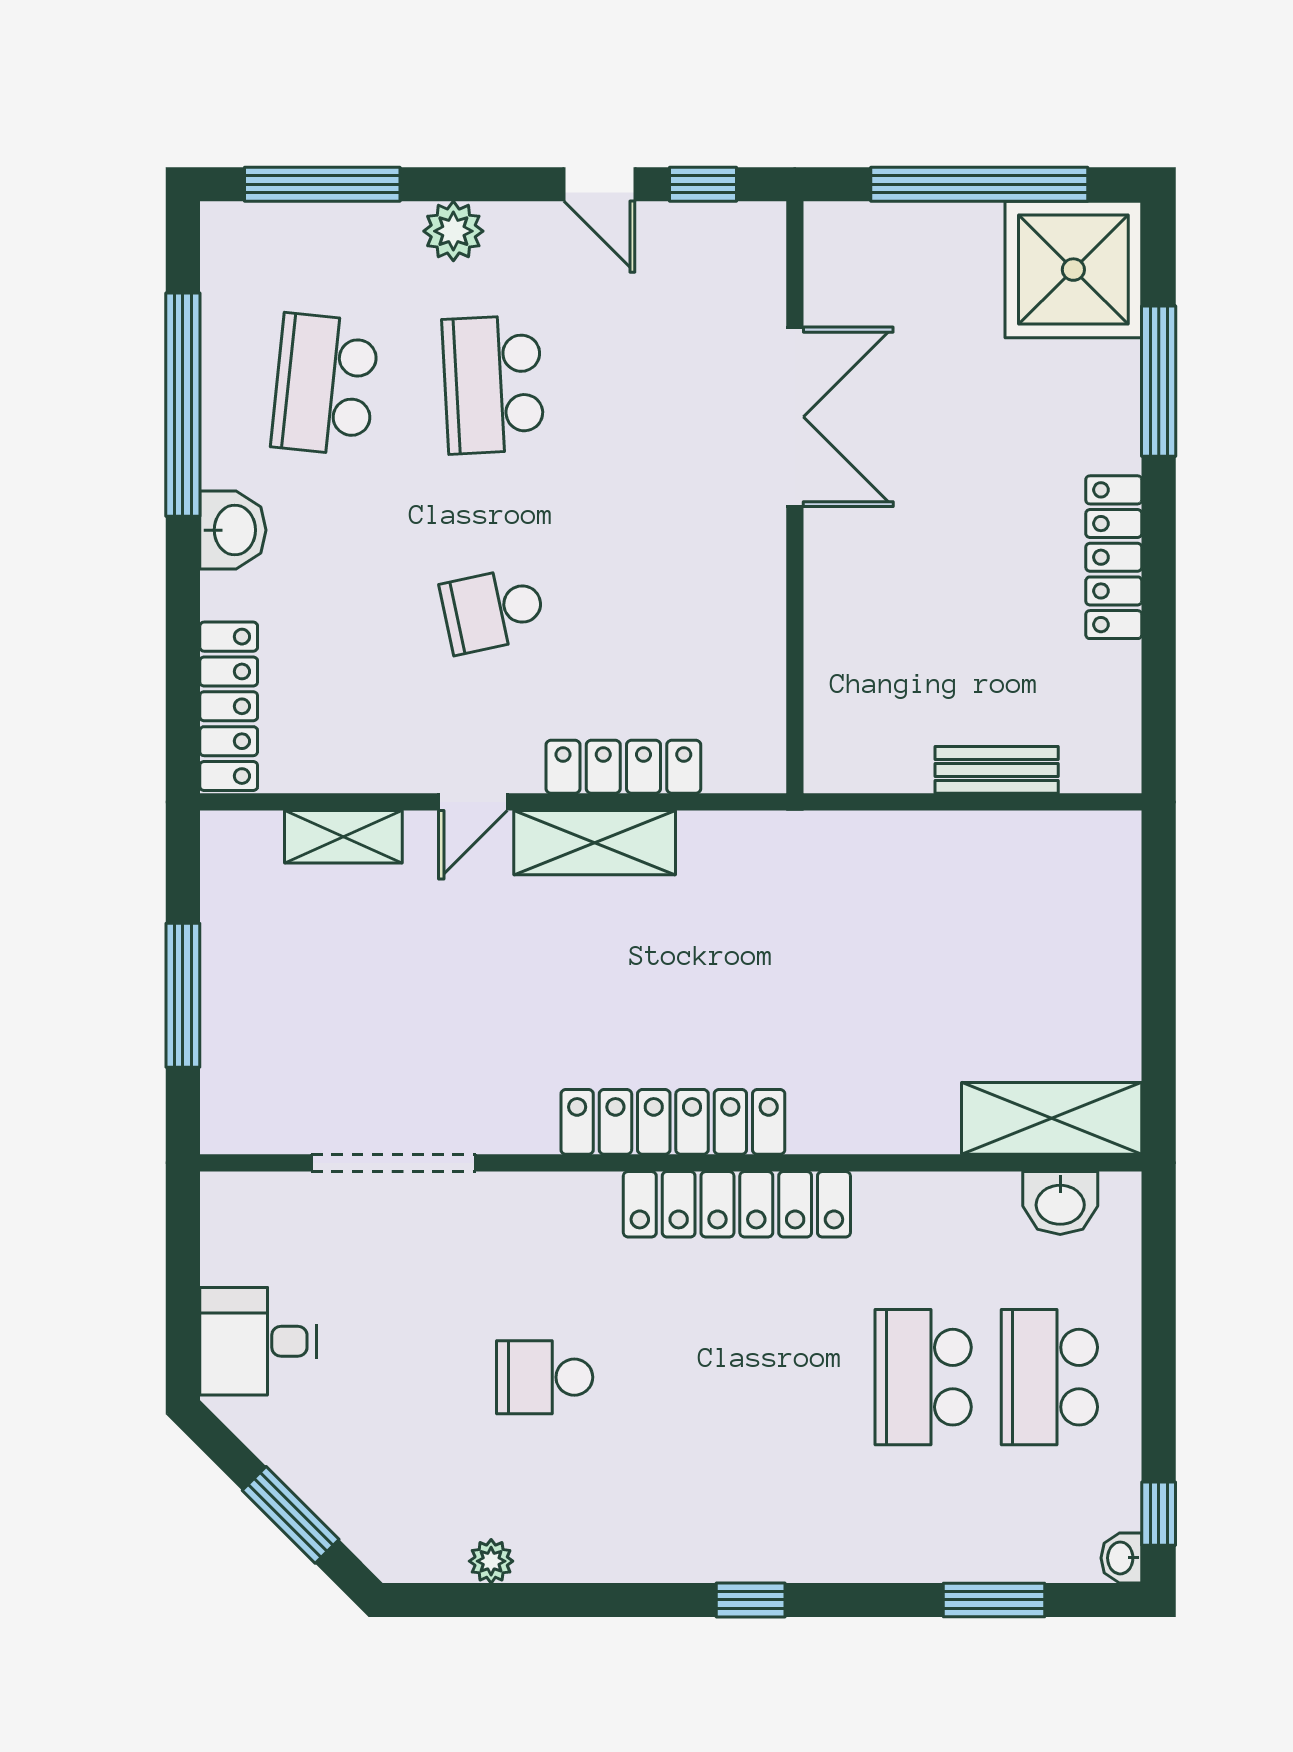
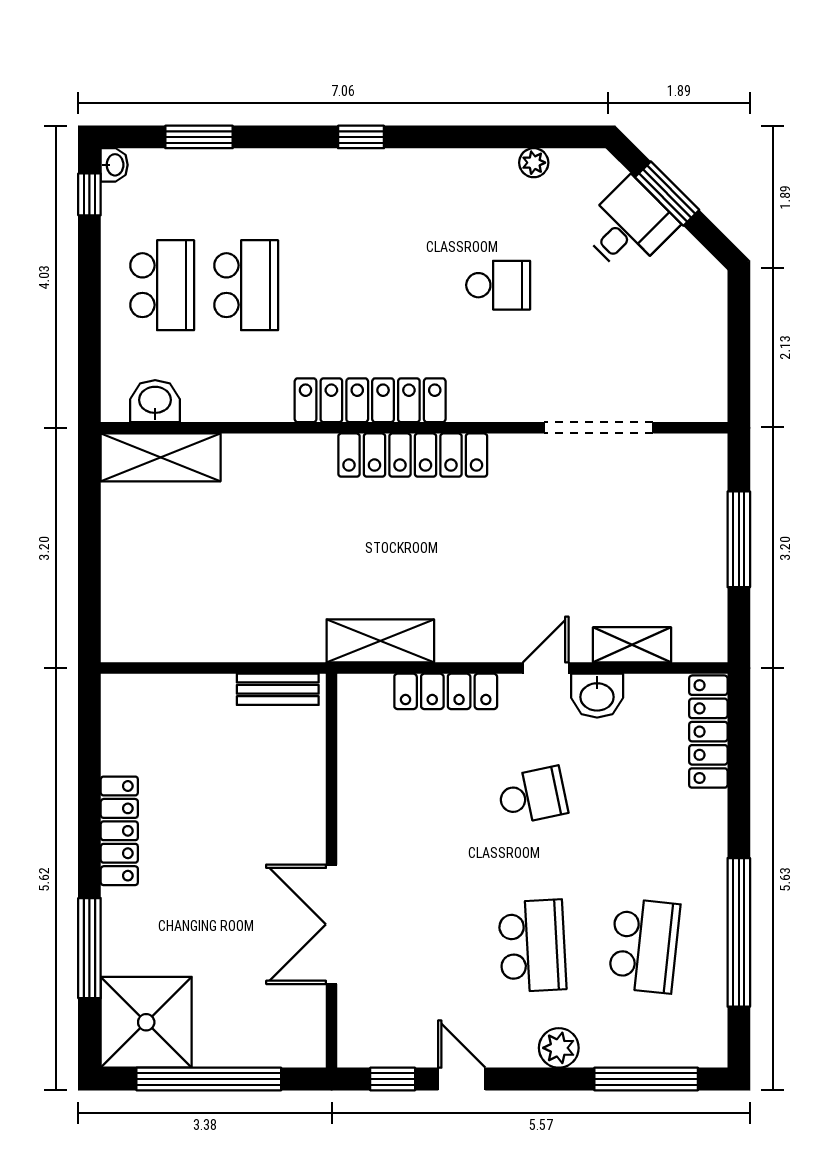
washbasin: (233, 530) -> (597, 696), moved, turned -90
bench: (997, 770) -> (278, 689), moved
shelving: (595, 843) -> (380, 641), moved
desk: (258, 1341) -> (629, 226), moved, turned -45

